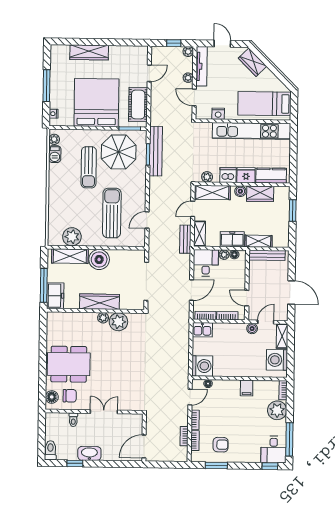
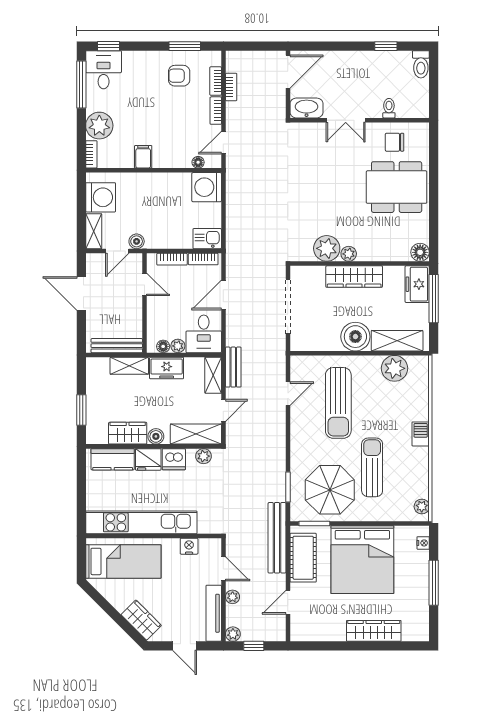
bench: (156, 151) -> (277, 538), moved
barbecue: (55, 154) -> (421, 434), moved
floor lamp: (52, 397) -> (420, 252), moved
washbasin: (89, 453) -> (307, 108), moved, turned 180

